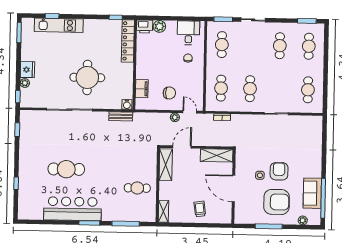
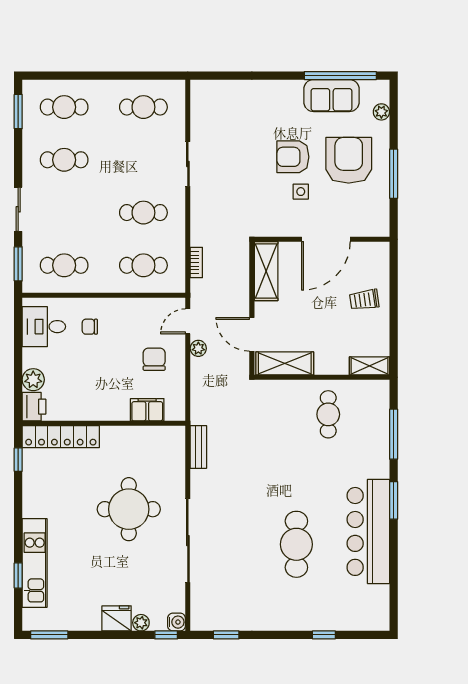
water cooler: (127, 104) -> (177, 622), moved

